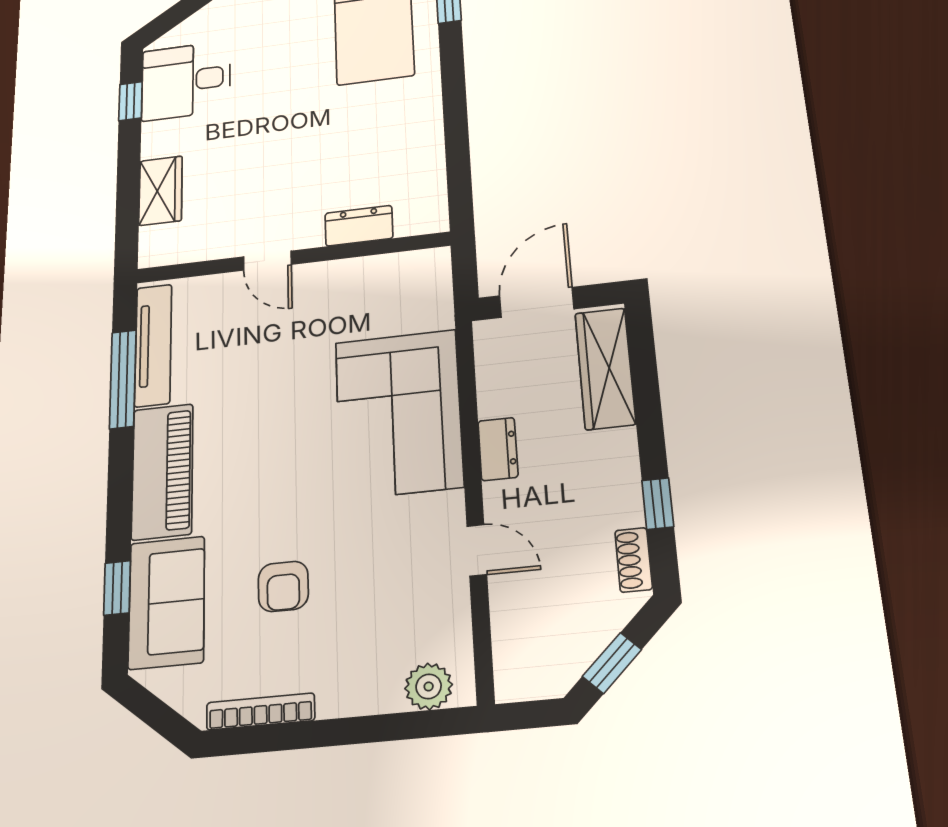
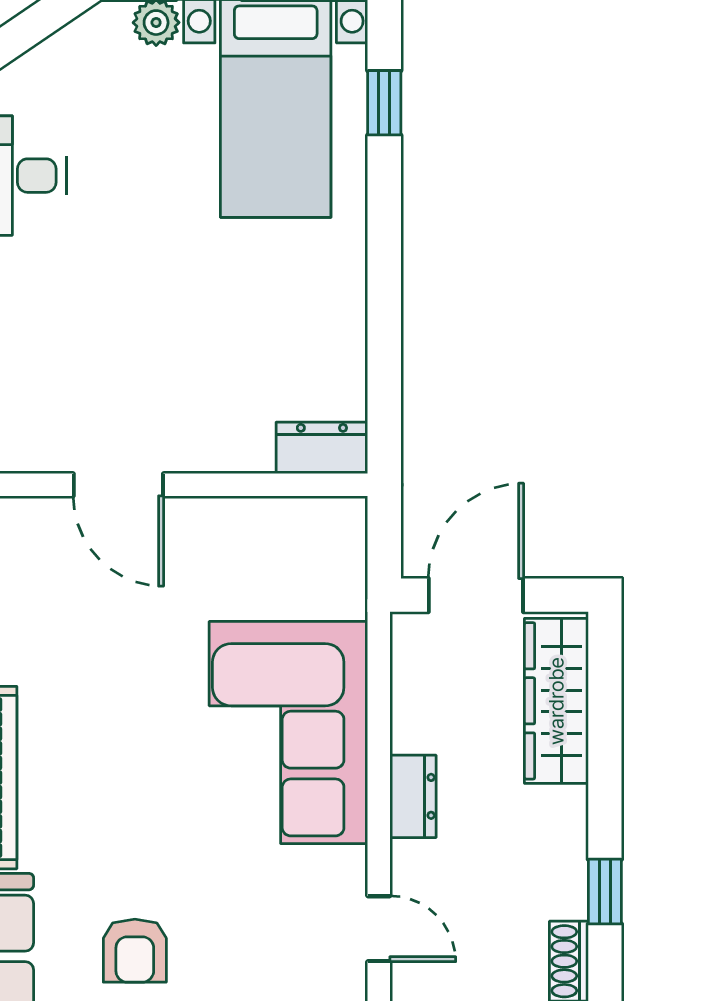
dresser: (359, 226) -> (322, 448), moved
door: (267, 261) -> (118, 485), width x1.38

